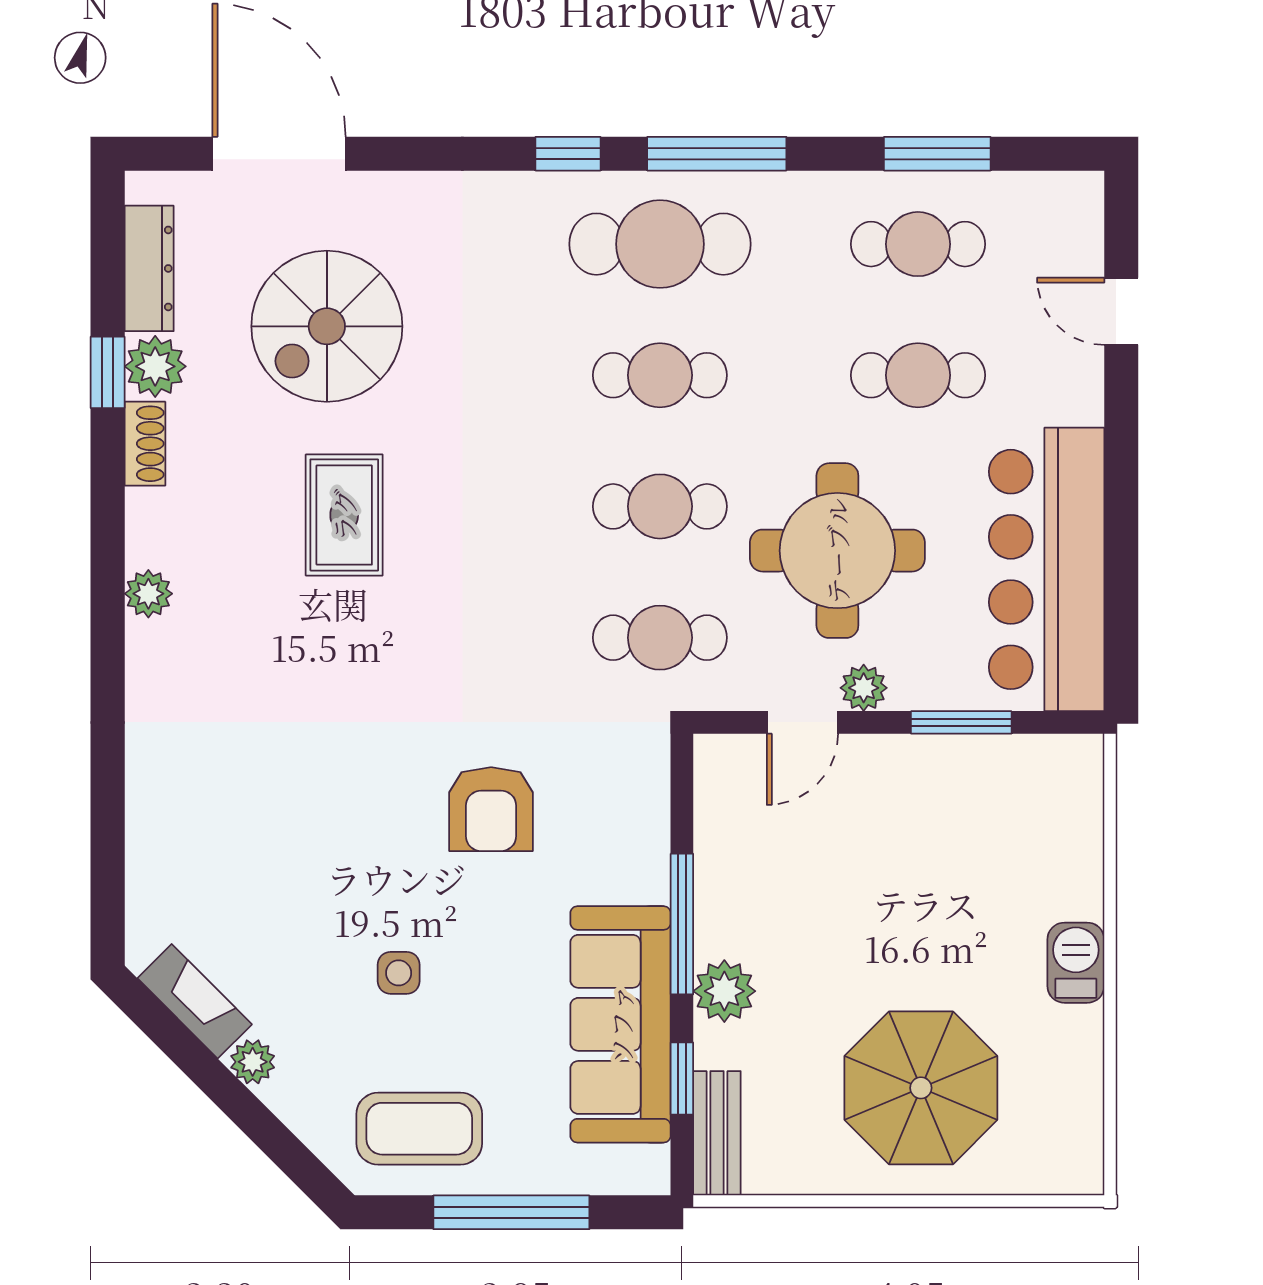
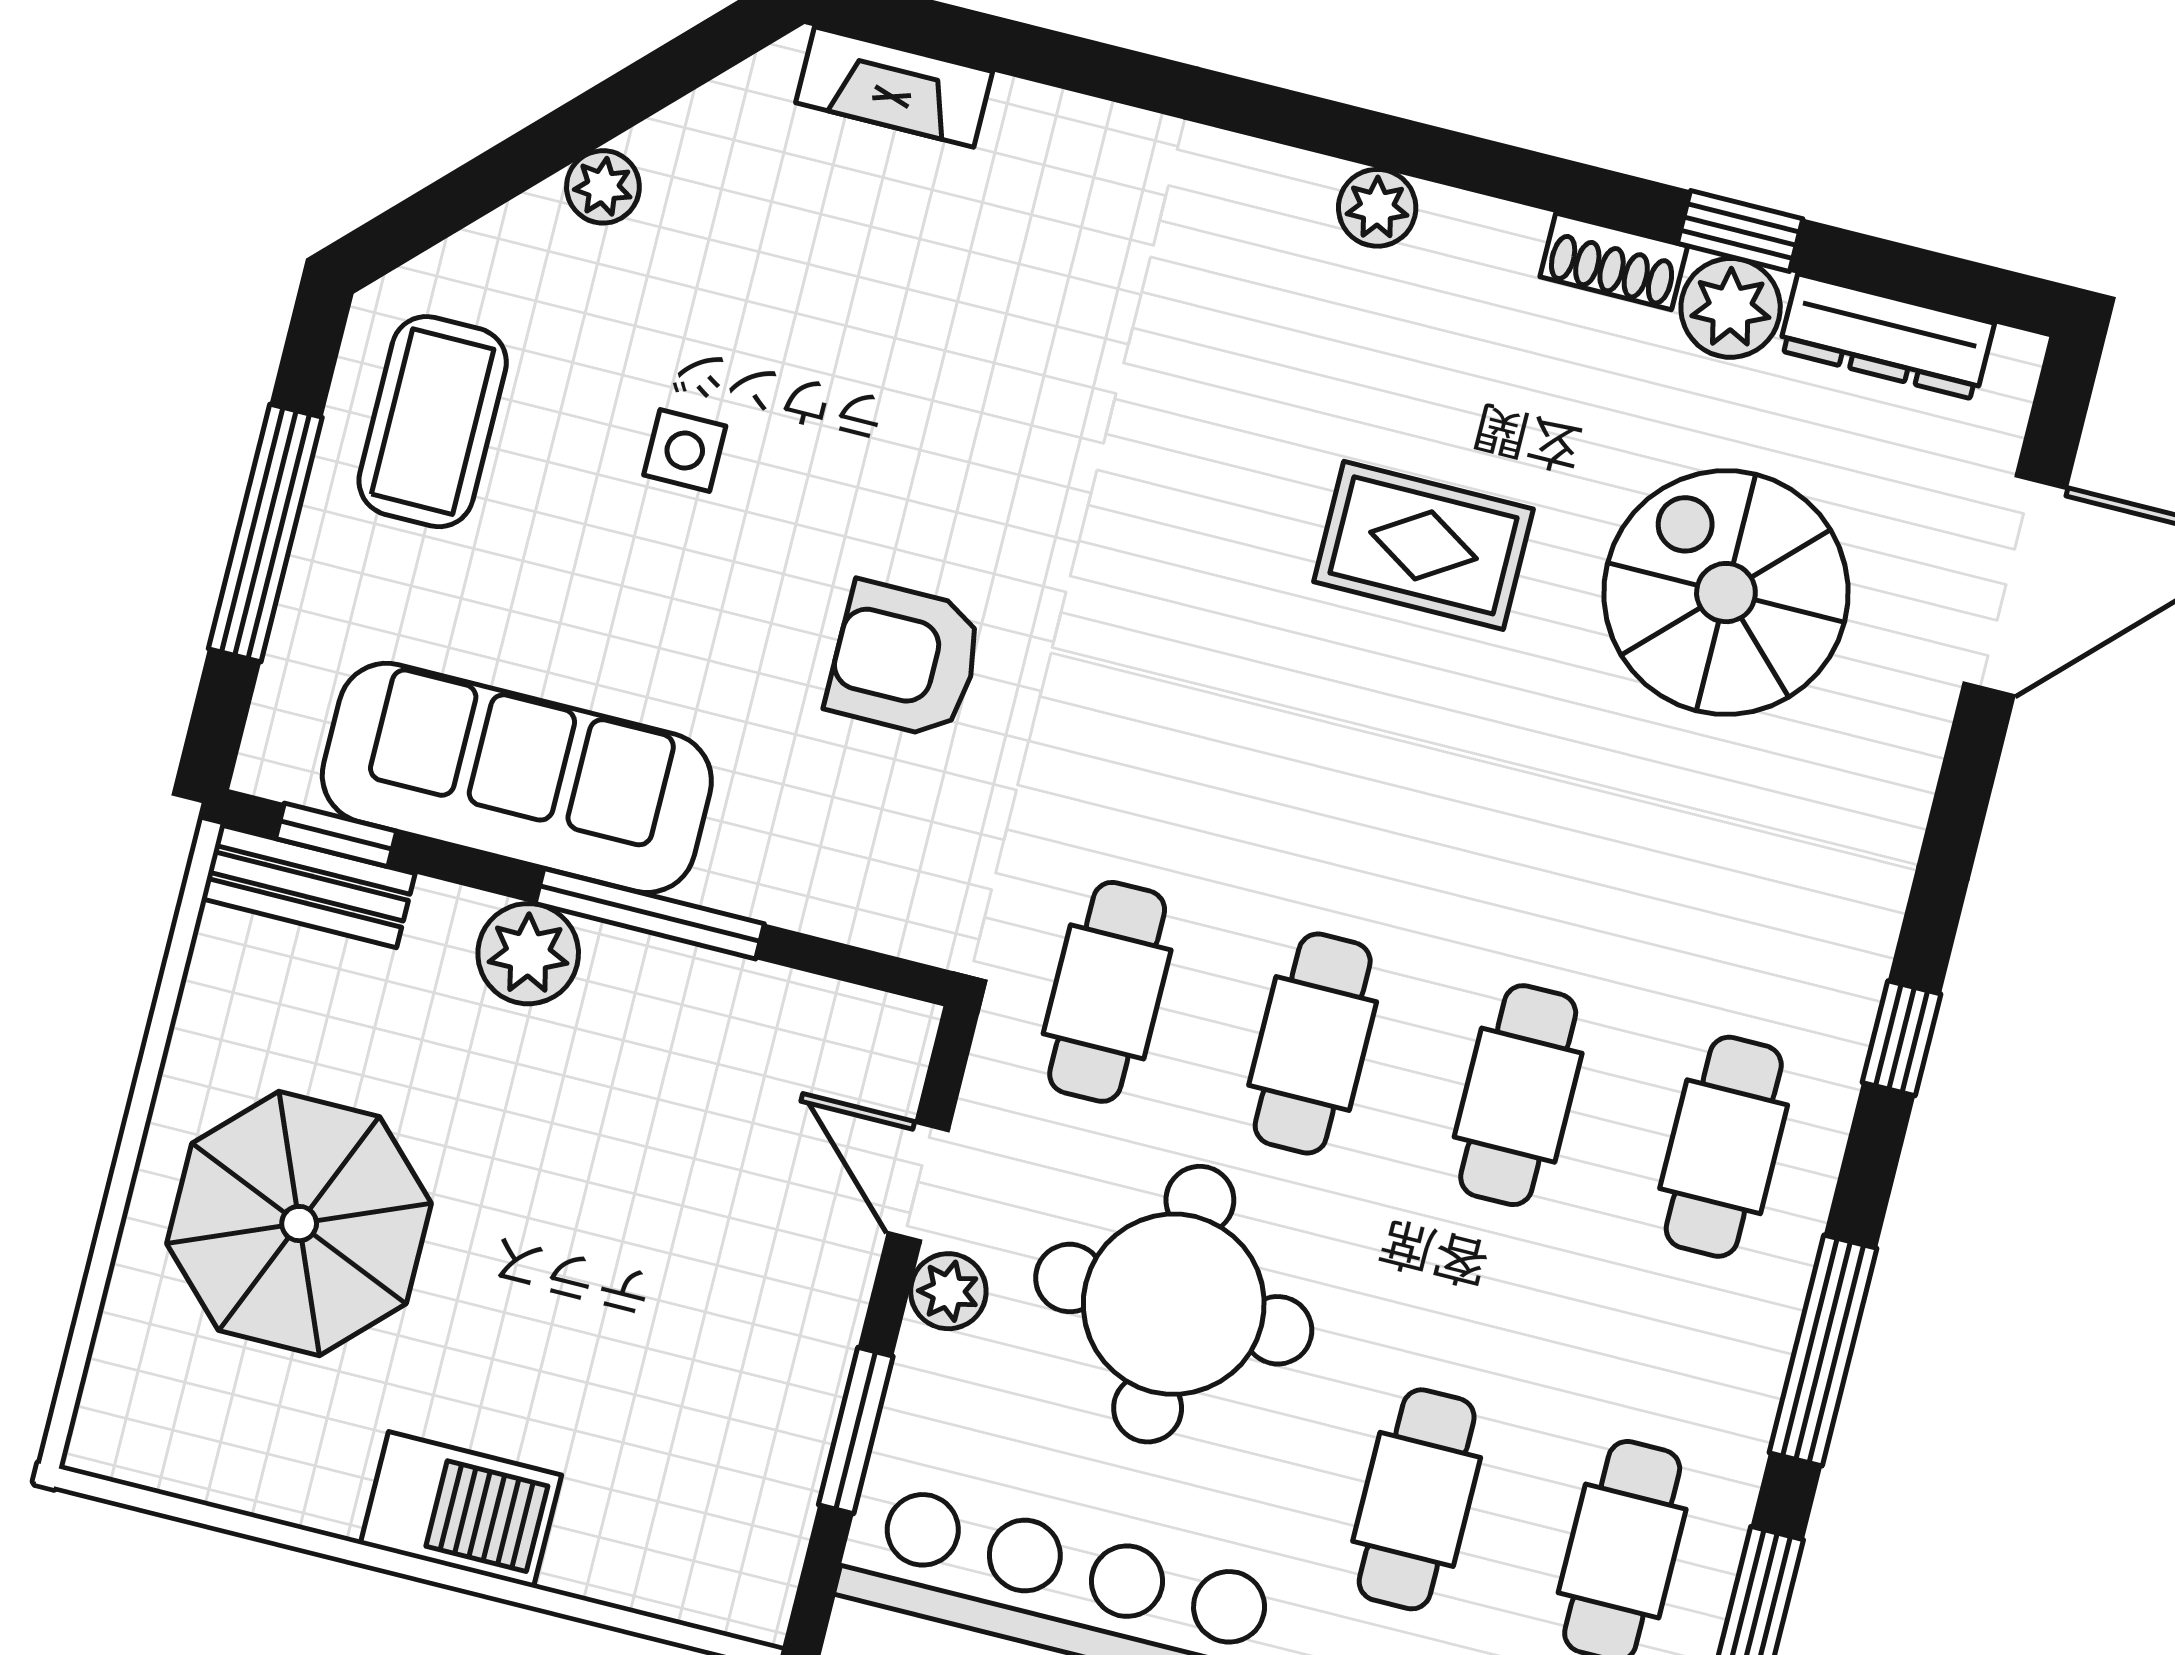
window: (717, 154) -> (1823, 1350), moved
cafe table: (660, 244) -> (1724, 1147), width x0.73, depth x0.74
barbecue: (1076, 963) -> (461, 1510), width x1.38, depth x1.27
fireplace: (195, 1001) -> (894, 87), moved, turned 45
window: (682, 1079) -> (336, 835), moved

